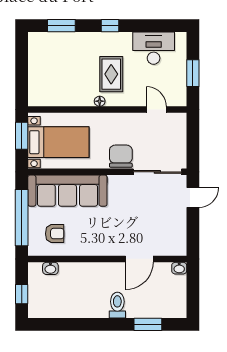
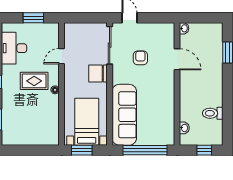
door: (156, 110) -> (62, 56), moved
armchair: (55, 234) -> (140, 58), moved
toilet: (117, 305) -> (213, 113), moved

